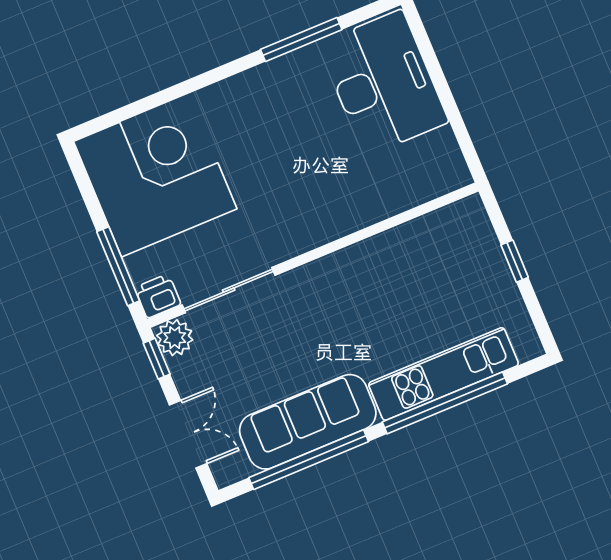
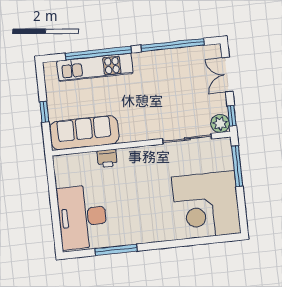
printer: (158, 296) -> (107, 158), moved
sofa: (308, 422) -> (84, 133), moved, turned 180

